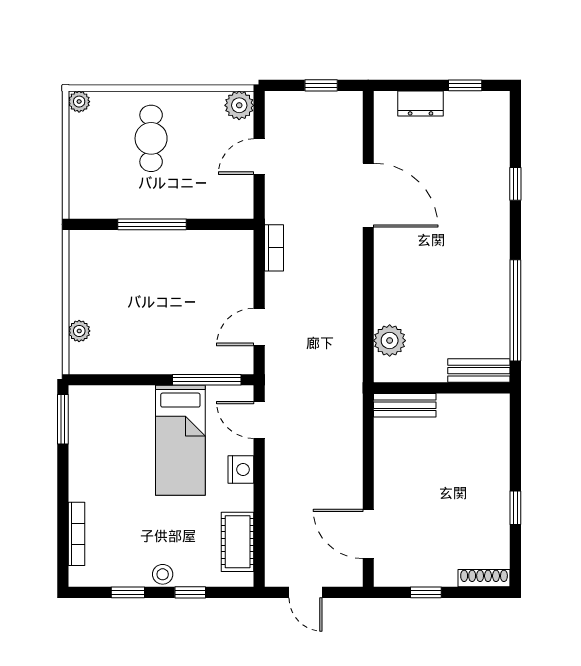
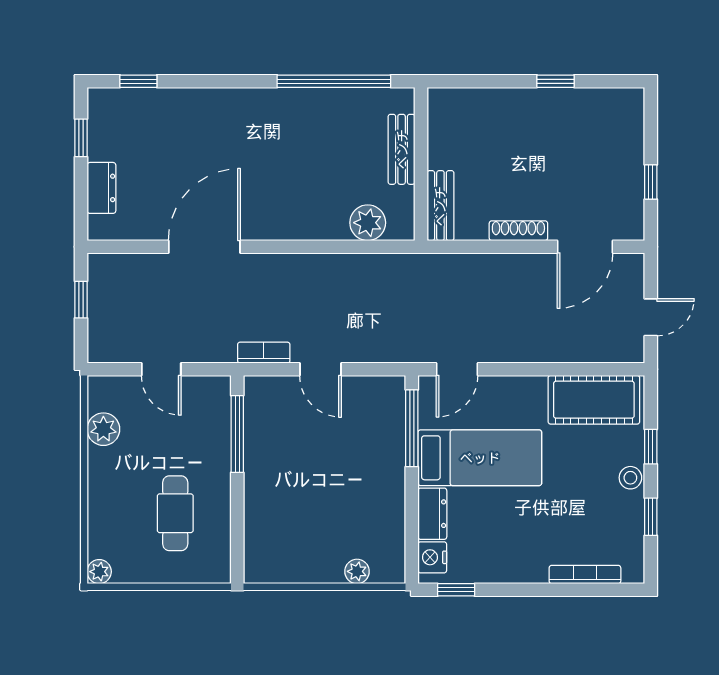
plant: (239, 105) -> (103, 429), moved
cafe table: (151, 138) -> (175, 513), moved, turned 90
window: (515, 184) -> (138, 81), moved
window: (152, 224) -> (237, 434), moved
door: (259, 327) -> (321, 369), moved
bench: (479, 371) -> (402, 149), moved
dresser: (131, 398) -> (432, 514), added
window: (63, 419) -> (456, 590), width x0.67
nightstand: (241, 470) -> (432, 557), moved, turned -90
cot: (238, 542) -> (594, 400), width x1.37, depth x1.34
shoe rack: (484, 578) -> (518, 231), moved, turned 90

